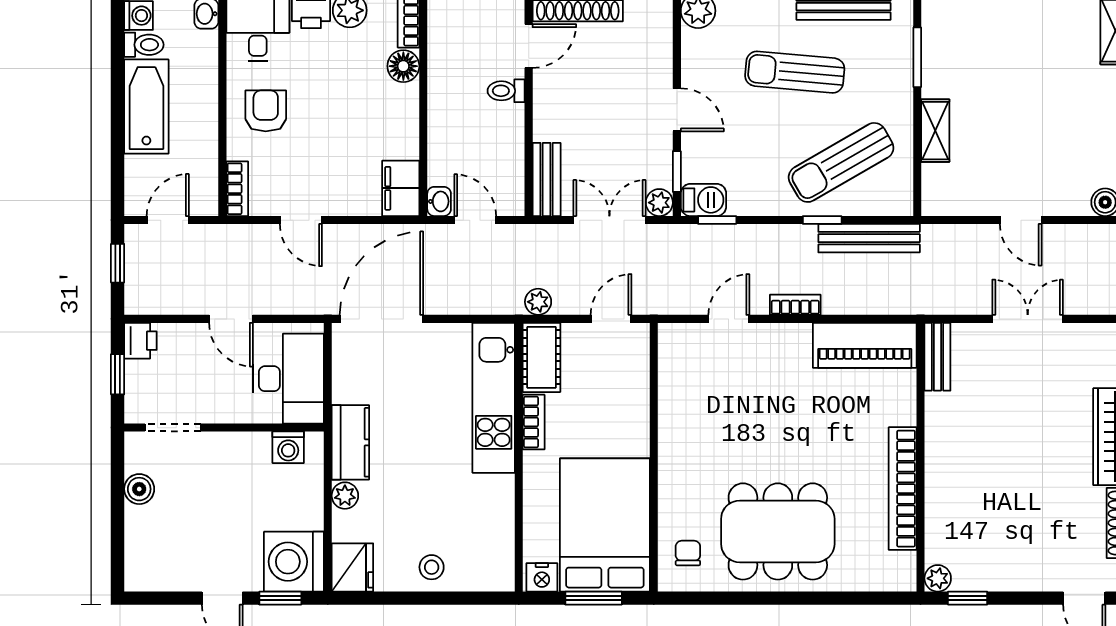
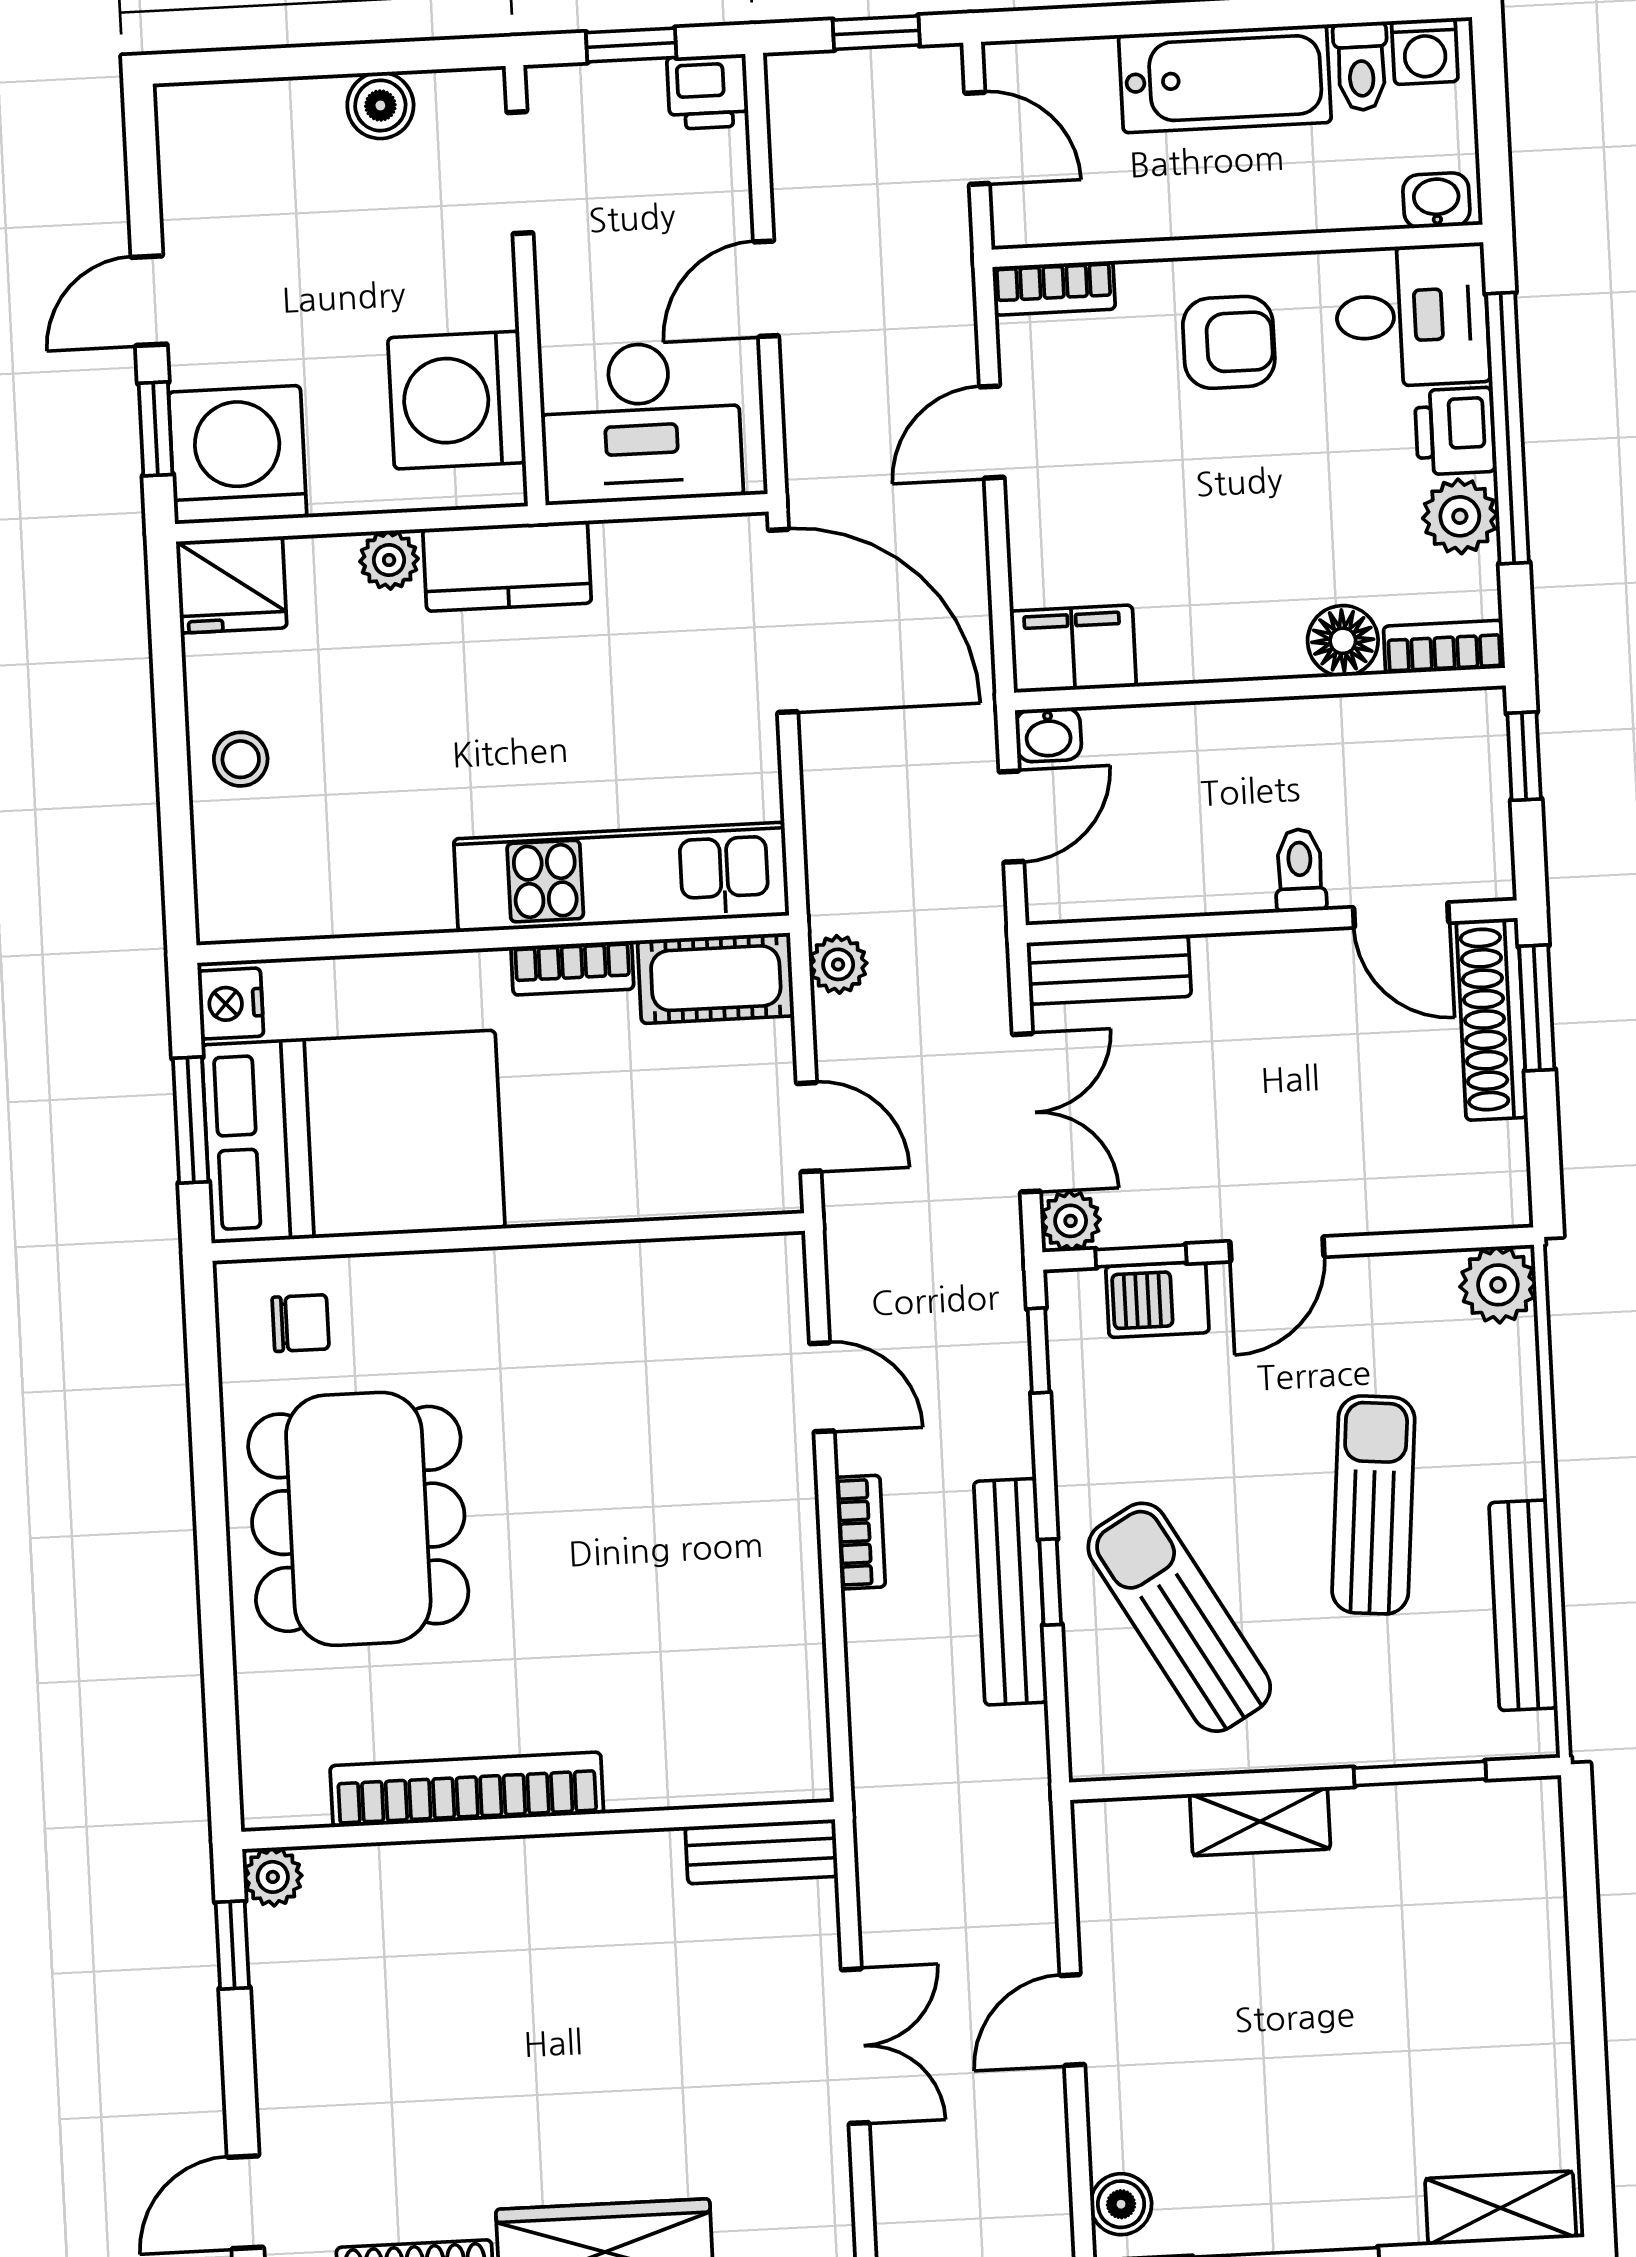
barbecue: (703, 200) -> (1157, 1300), moved, turned 90
bench: (869, 238) -> (1011, 1592), moved
piano: (865, 345) -> (779, 1690), removed
washing machine: (288, 447) -> (457, 400), width x1.89, depth x1.89

